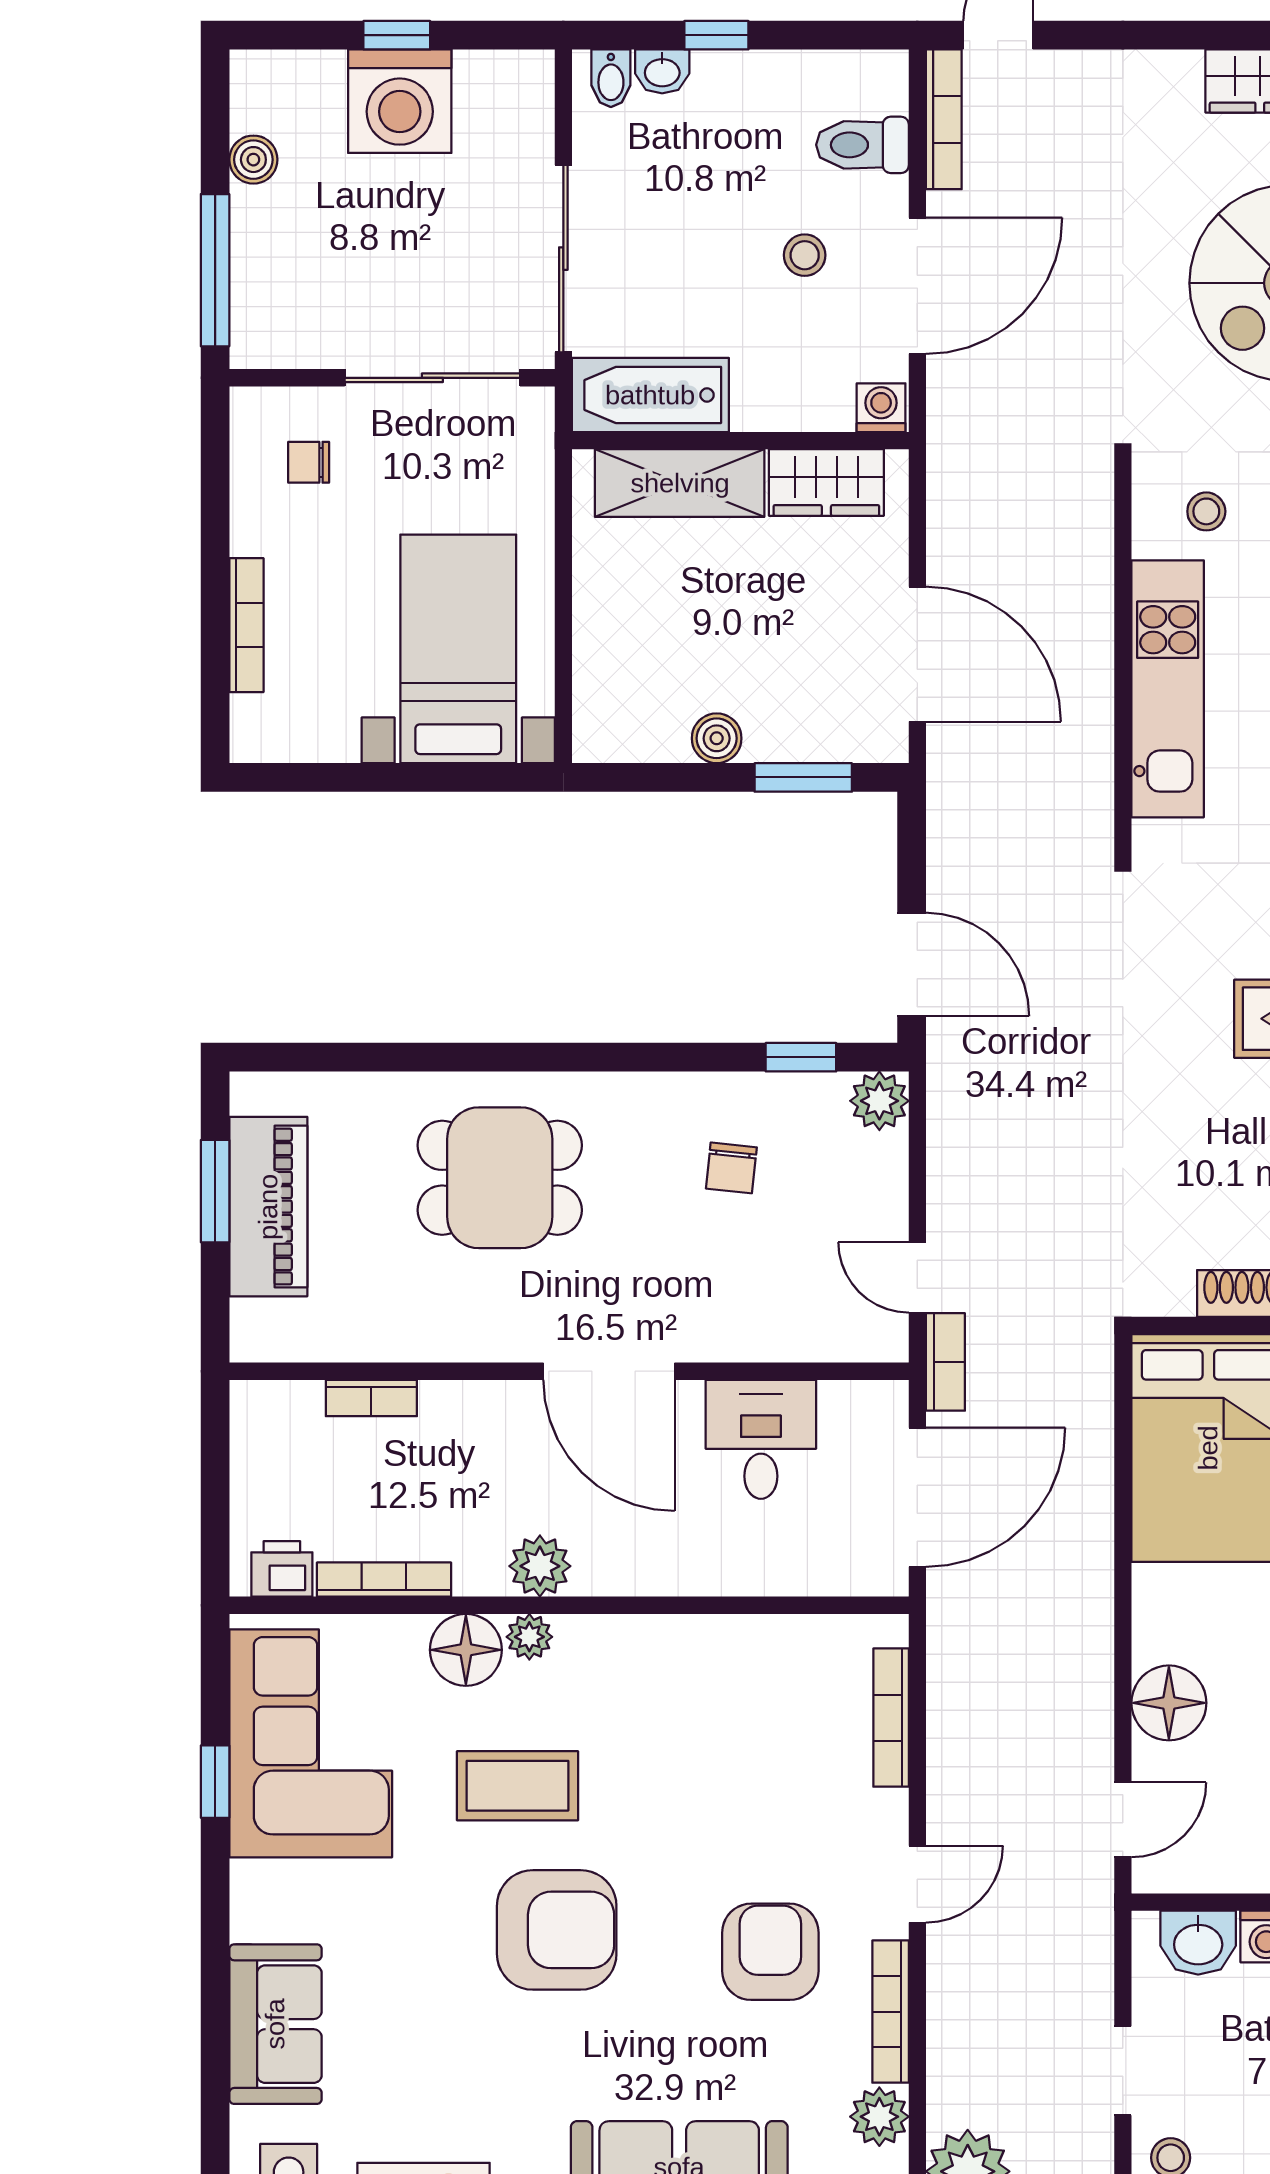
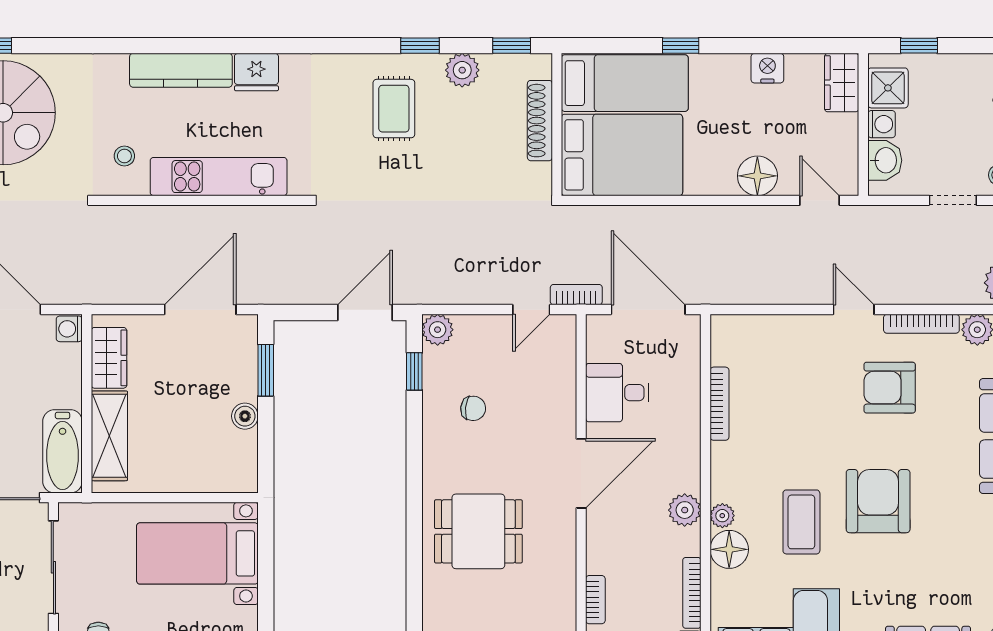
dining table: (500, 1178) -> (478, 531), turned 90
bookcase: (891, 1718) -> (719, 404), moved, turned -90

